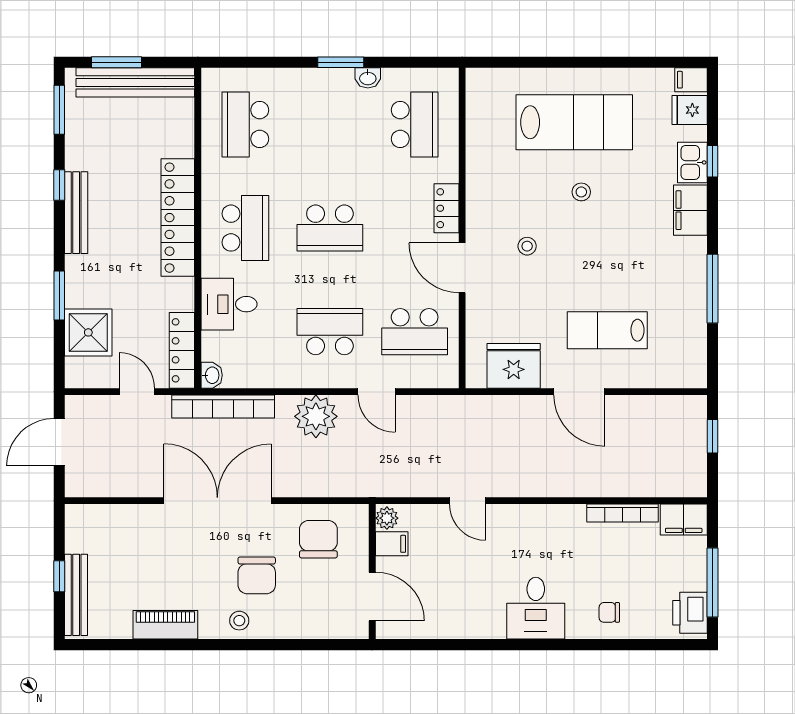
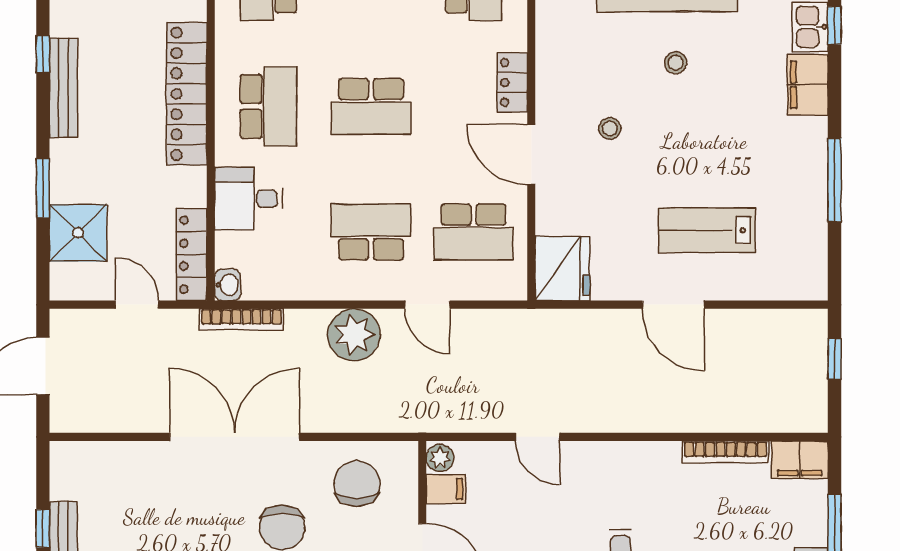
fridge: (514, 366) -> (563, 269), moved, turned 90
bookcase: (223, 407) -> (241, 319), width x0.68, depth x0.76

